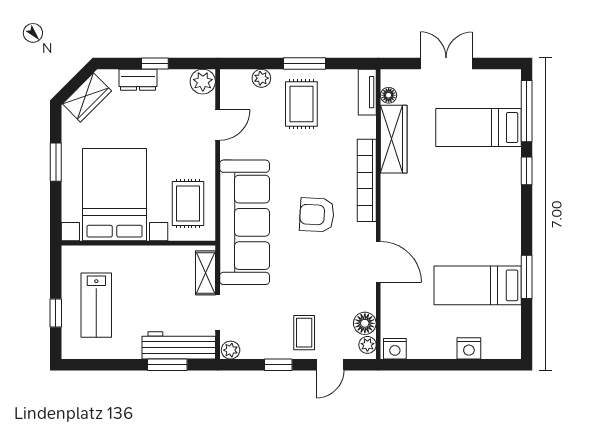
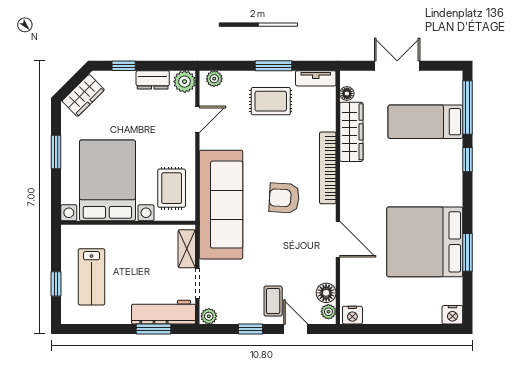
window: (155, 63) -> (124, 66), moved
plant: (261, 78) -> (214, 79), moved
dresser: (138, 80) -> (153, 80), moved
tv unit: (367, 92) -> (316, 78), moved, turned -90
rug: (301, 104) -> (271, 101), turned 90
bed: (478, 285) -> (425, 242), width x2.04
nightstand: (469, 348) -> (452, 315), moved
door: (330, 365) -> (296, 329), swing flipped

